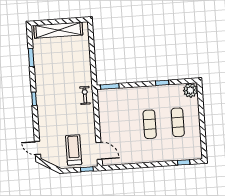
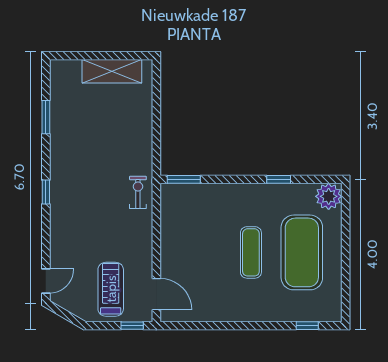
shelving: (58, 30) -> (112, 71), width x0.68
exercise mat: (178, 122) -> (302, 252), width x2.00, depth x1.45
door: (37, 148) -> (46, 281), swing flipped

